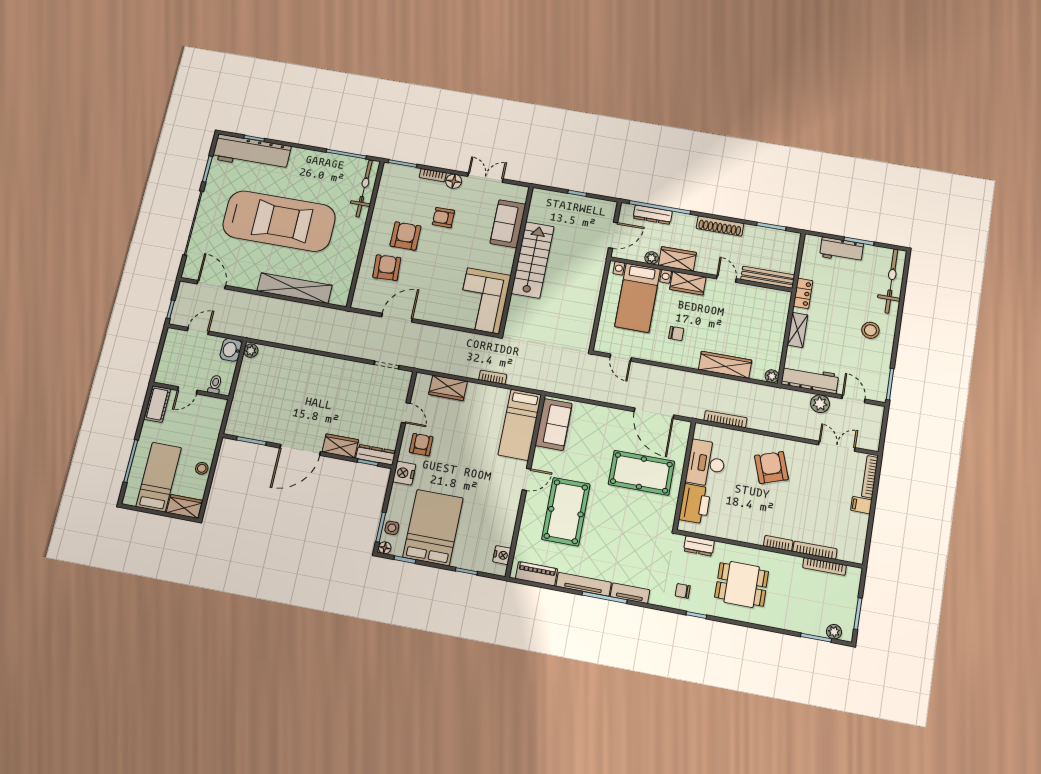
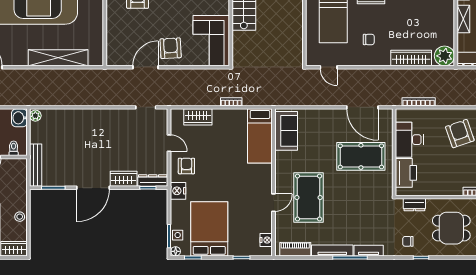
armchair: (387, 268) -> (171, 48), moved
plant: (772, 376) -> (444, 56), width x1.87, depth x1.87
bench: (237, 410) -> (36, 165), added
door: (527, 479) -> (274, 203), moved

